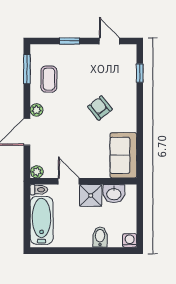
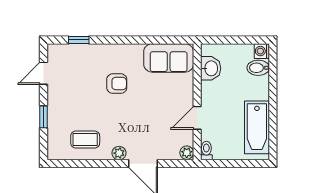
window: (27, 69) -> (74, 164), removed
armchair: (100, 108) -> (117, 84), turned -142
shower: (91, 195) -> (213, 94), removed
bathtub: (42, 220) -> (257, 127), moved, turned -90
bidet: (100, 237) -> (258, 68), moved

